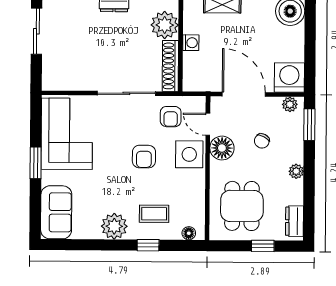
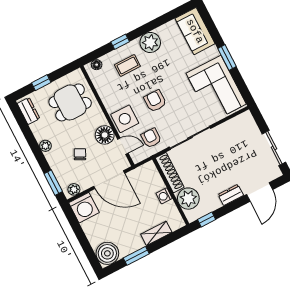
dining table: (242, 206) -> (70, 102), turned 90

